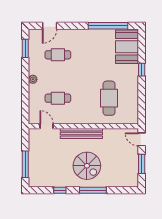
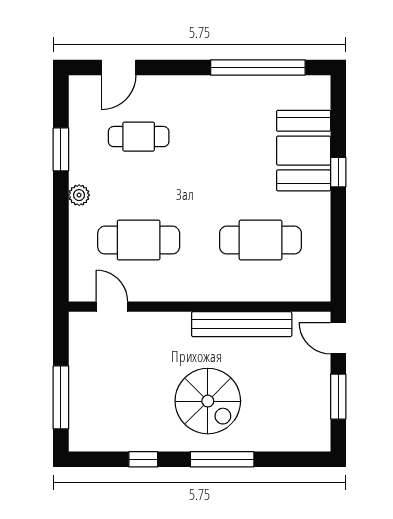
booth: (127, 47) -> (304, 151), moved
window: (25, 48) -> (61, 149), moved
cafe table: (58, 98) -> (139, 240), width x1.37, depth x1.35
cafe table: (109, 98) -> (260, 240), turned 90
bench: (81, 134) -> (242, 324), moved

